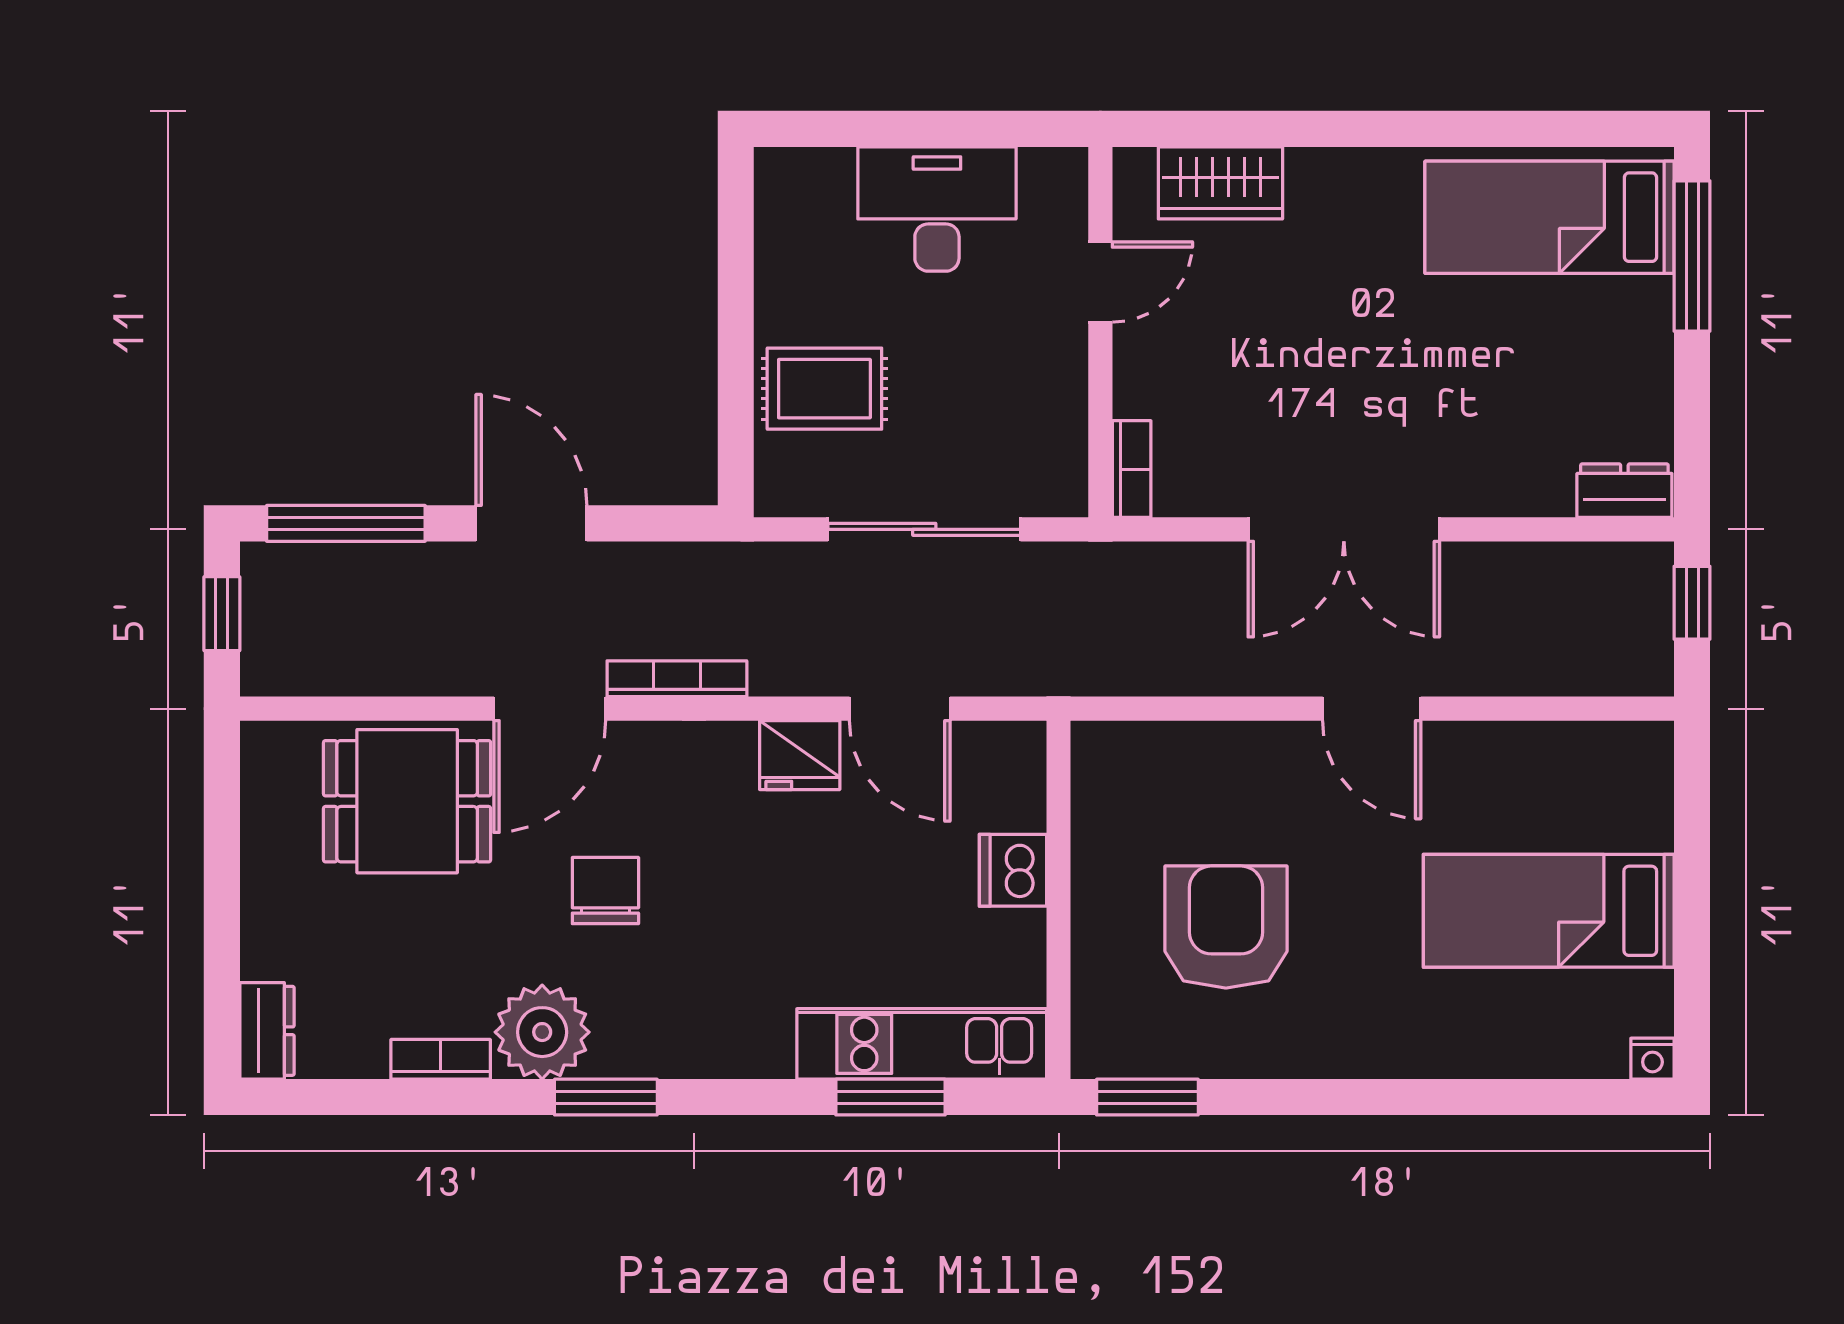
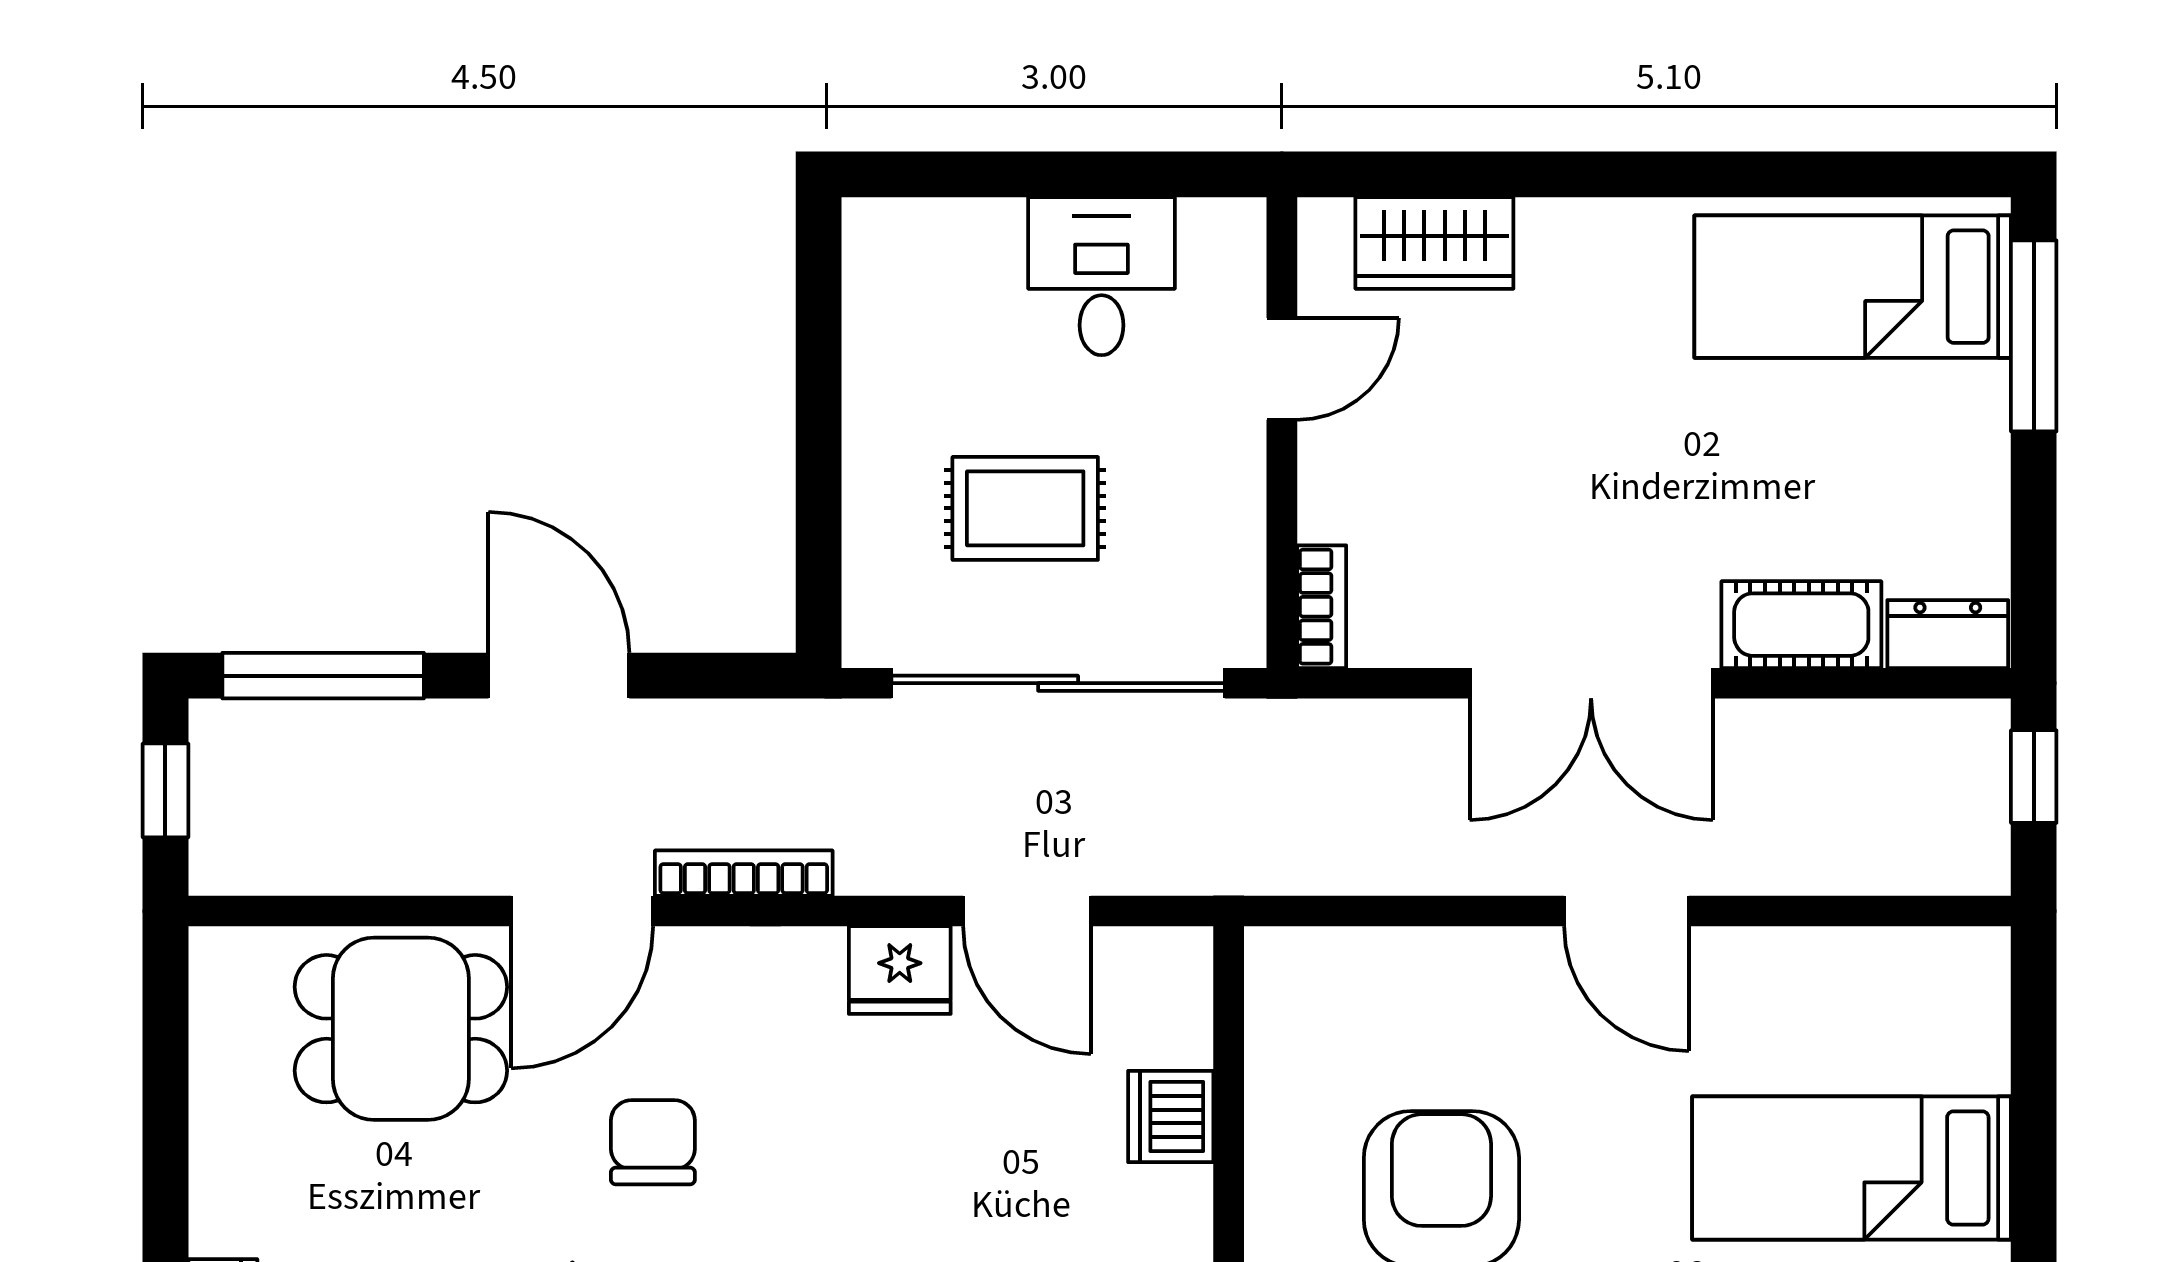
desk: (937, 209) -> (1101, 276), width x0.73
rug: (824, 389) -> (1025, 508), moved
cot: (1509, 483) -> (1801, 625), added
sliding door: (924, 529) -> (1058, 683), width x1.36

